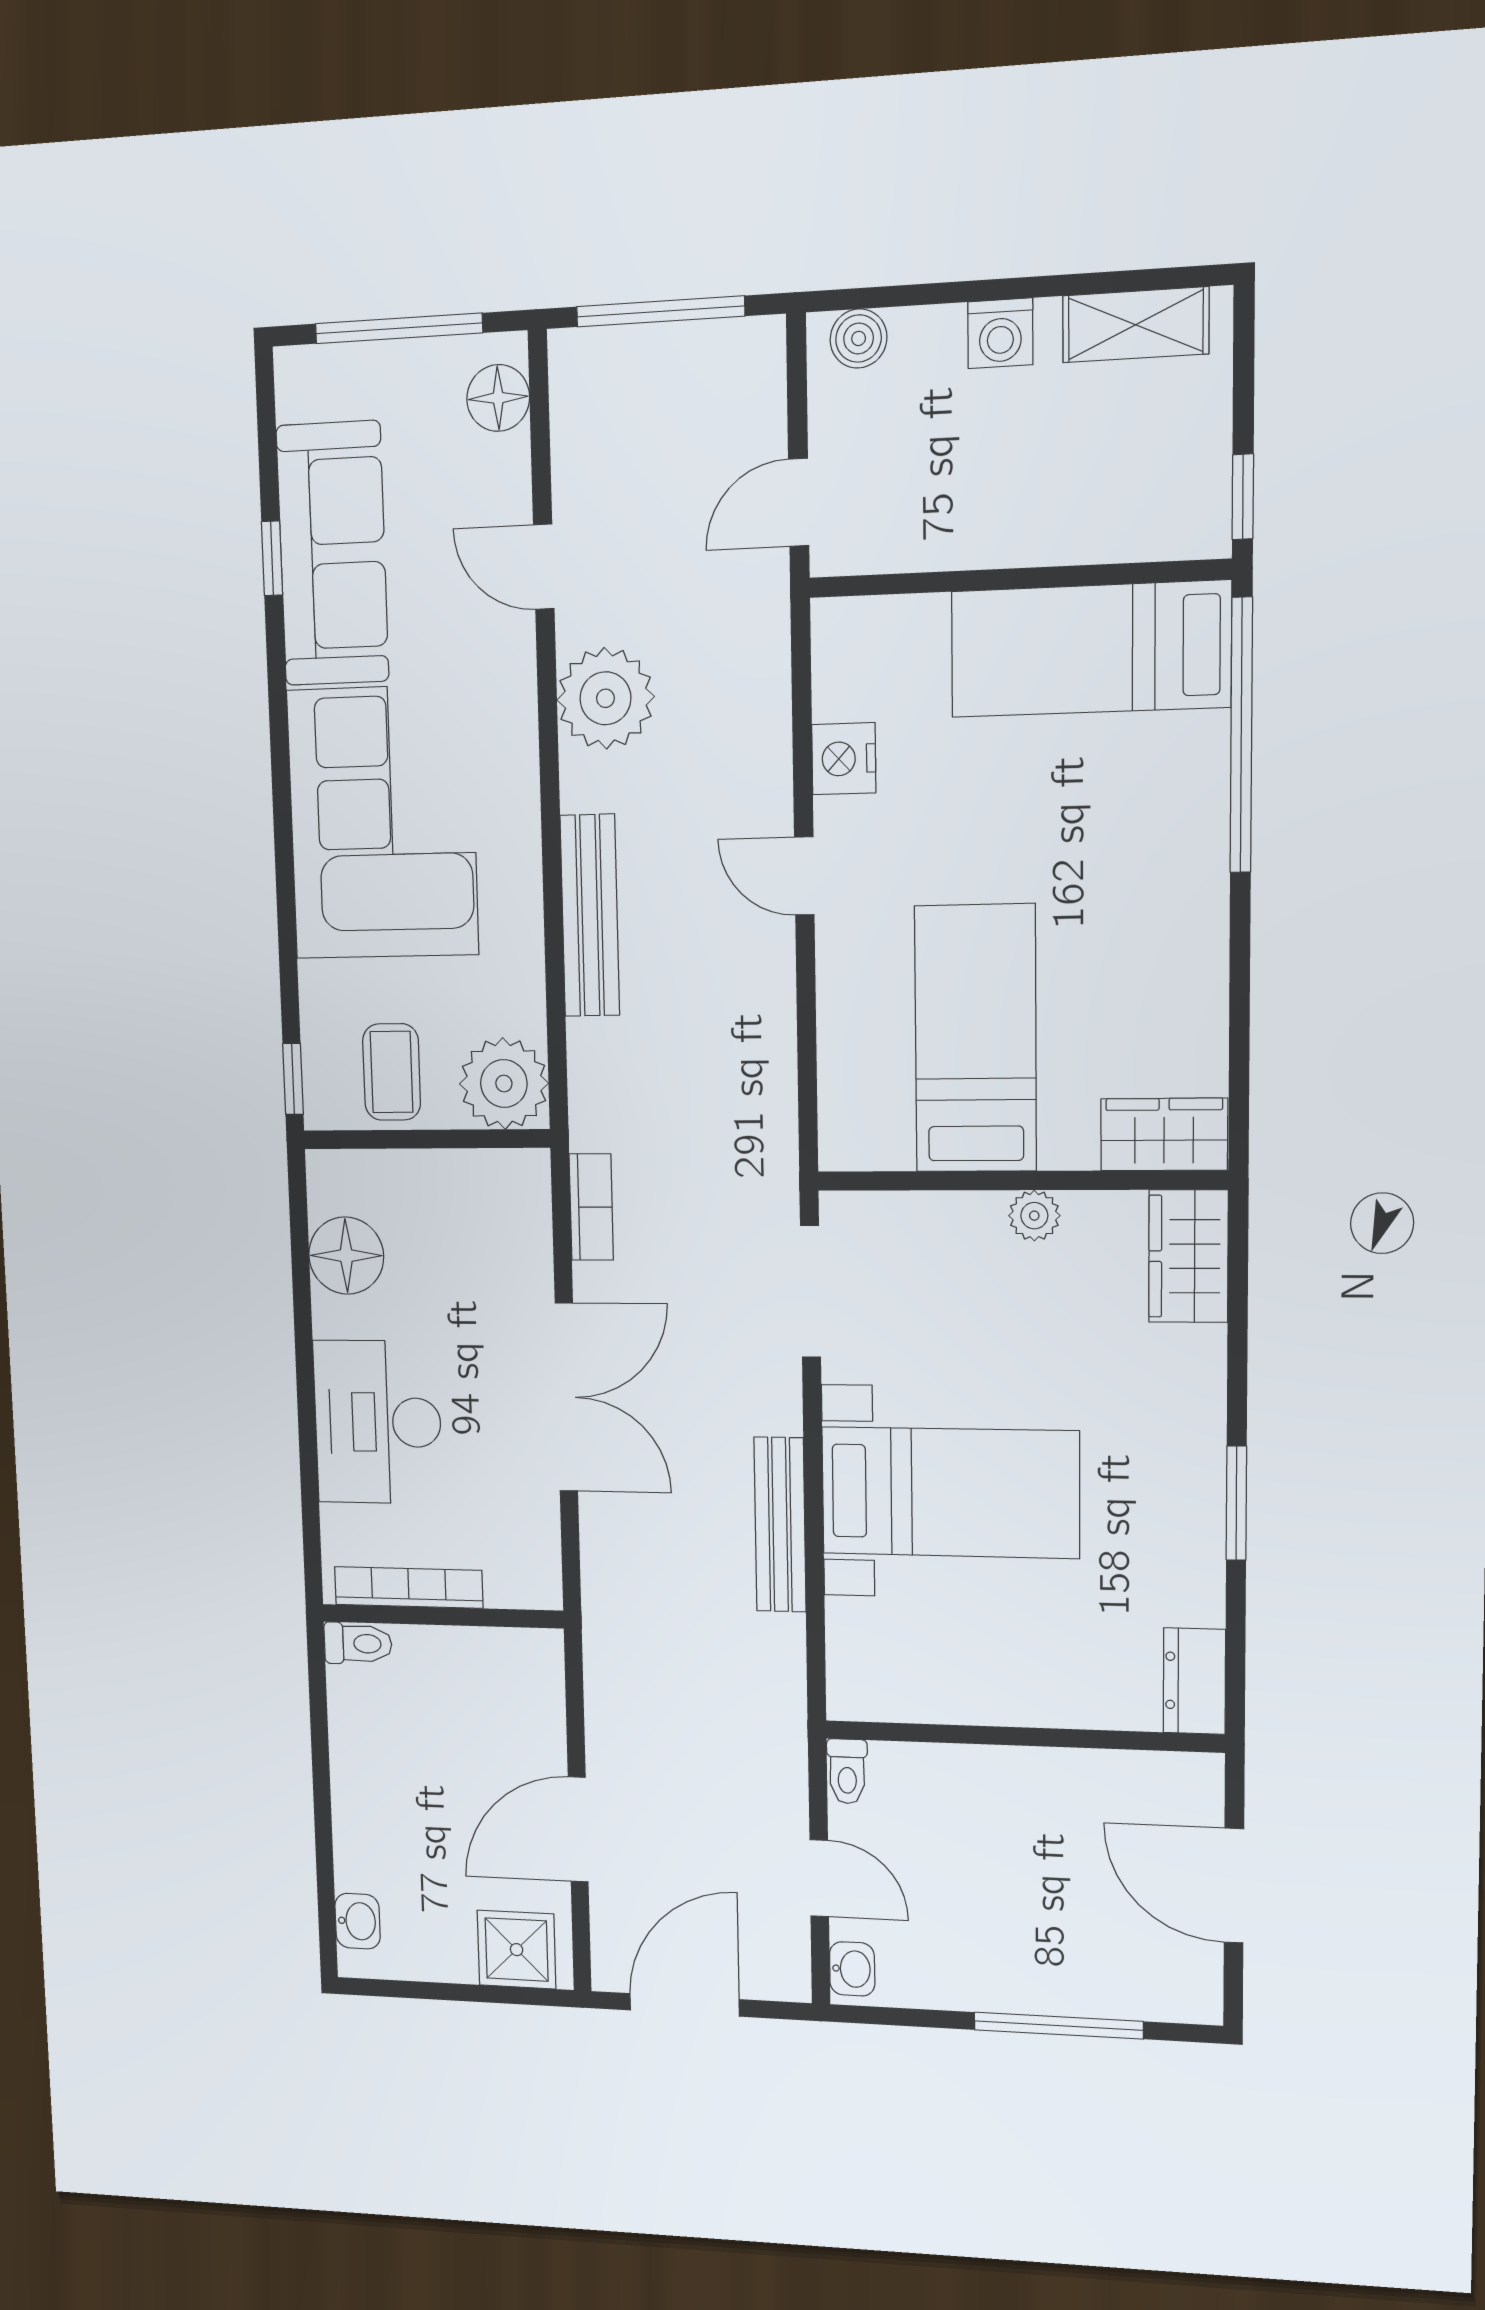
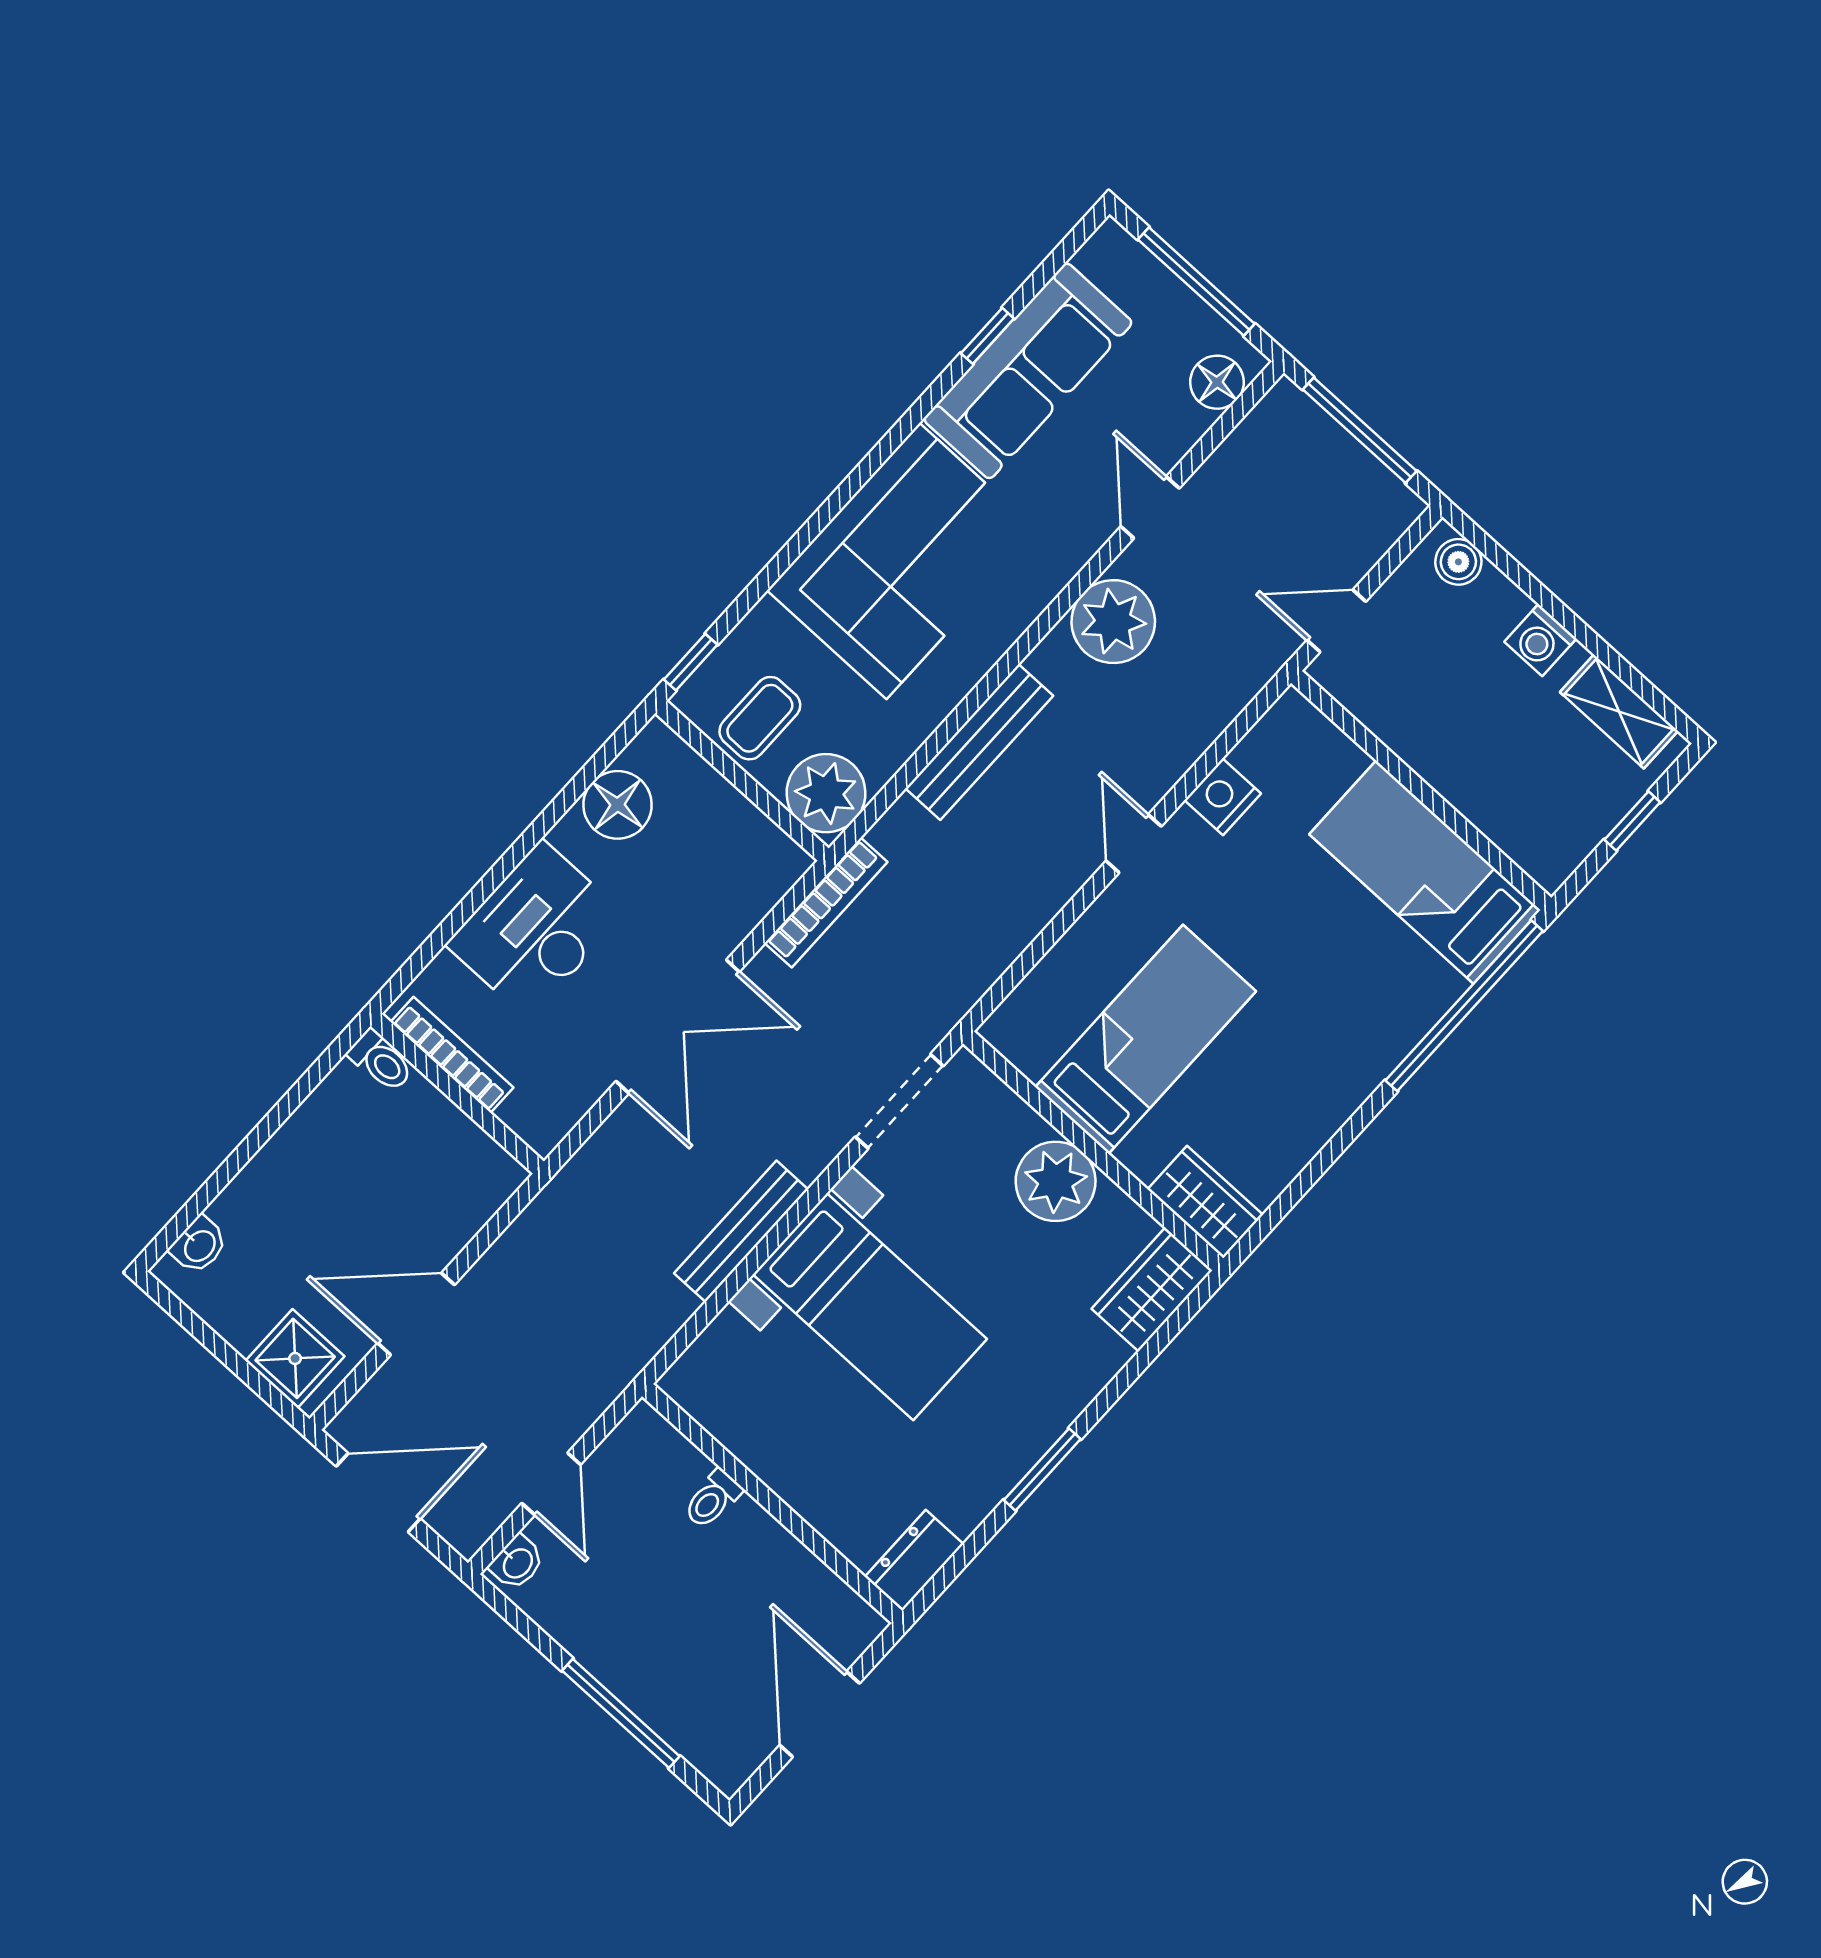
window: (1243, 497) -> (1632, 821), moved
bookcase: (591, 1207) -> (826, 902), width x1.56
plant: (1034, 1216) -> (1056, 1181), width x1.88, depth x1.88
toilet: (847, 1771) -> (713, 1499), moved

